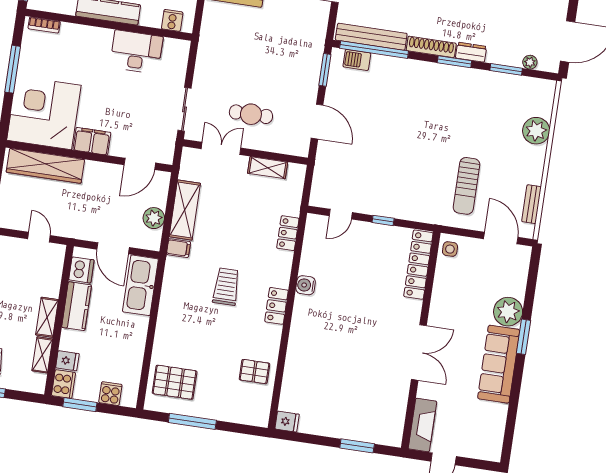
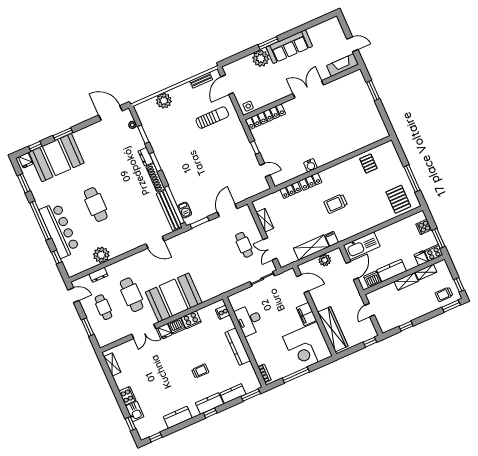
locker: (276, 306) -> (311, 182), moved
fridge: (287, 422) -> (383, 132), removed

